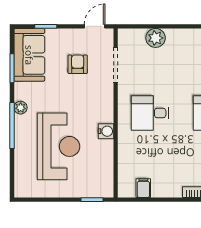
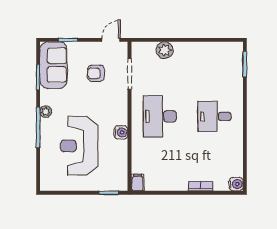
armchair: (78, 64) -> (96, 73), turned -90
desk: (150, 113) -> (160, 116), width x1.37
reception desk: (59, 146) -> (79, 146), turned 180
filing cabinet: (143, 188) -> (138, 183), moved

